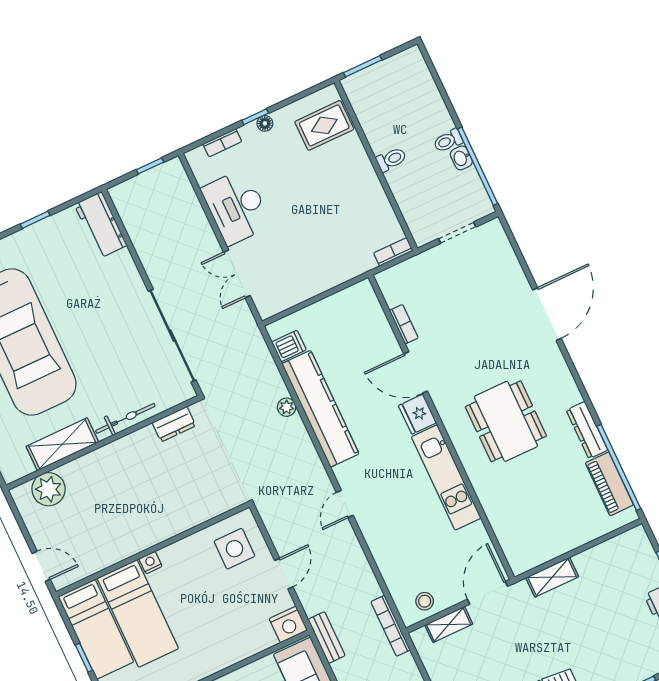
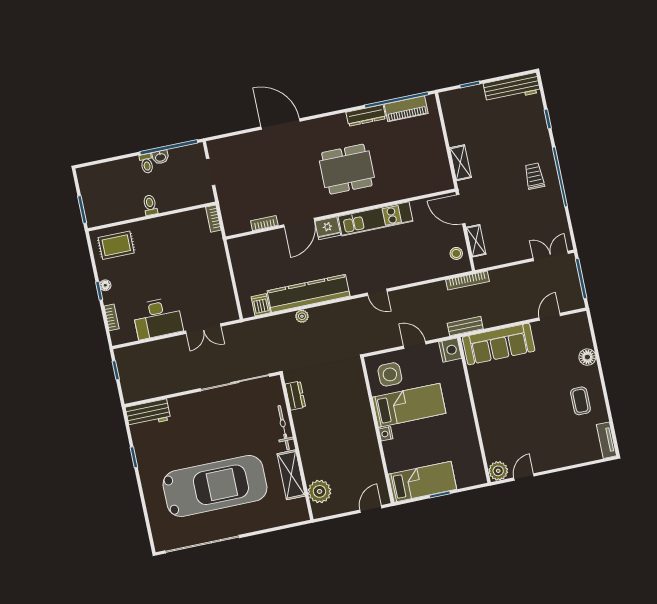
rug: (324, 125) -> (116, 245), turned 90
bed: (138, 613) -> (409, 405), moved

